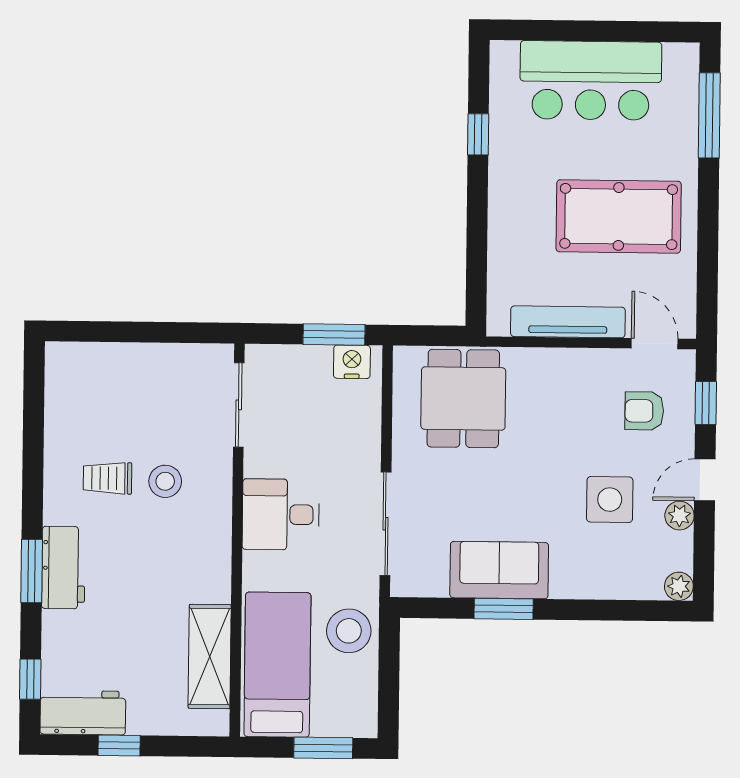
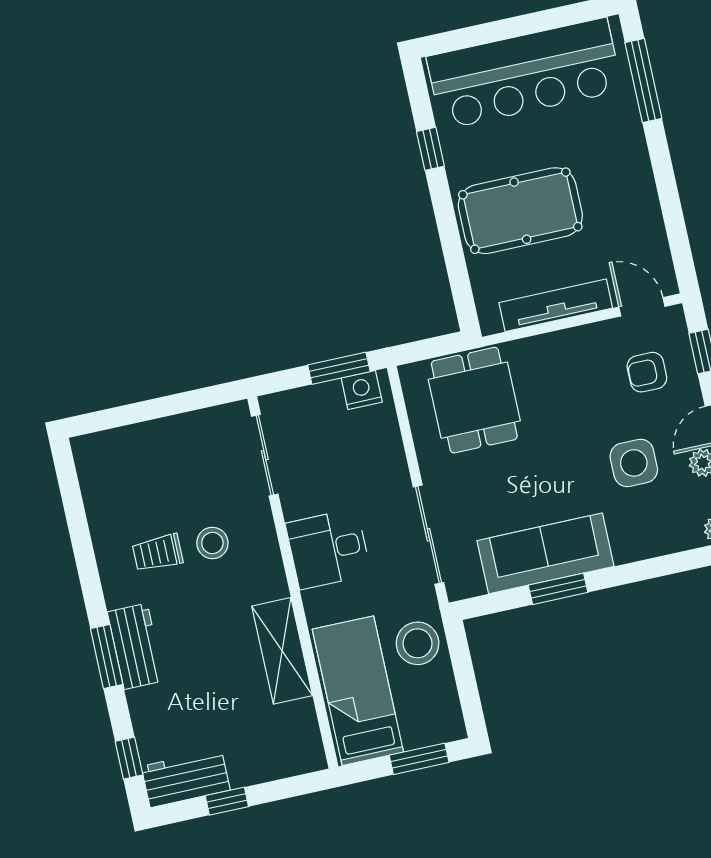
bar counter: (591, 80) -> (524, 74), width x1.36
pool table: (619, 216) -> (520, 211), moved
sofa: (499, 570) -> (545, 553), width x1.36
shelving: (210, 656) -> (282, 651), moved

